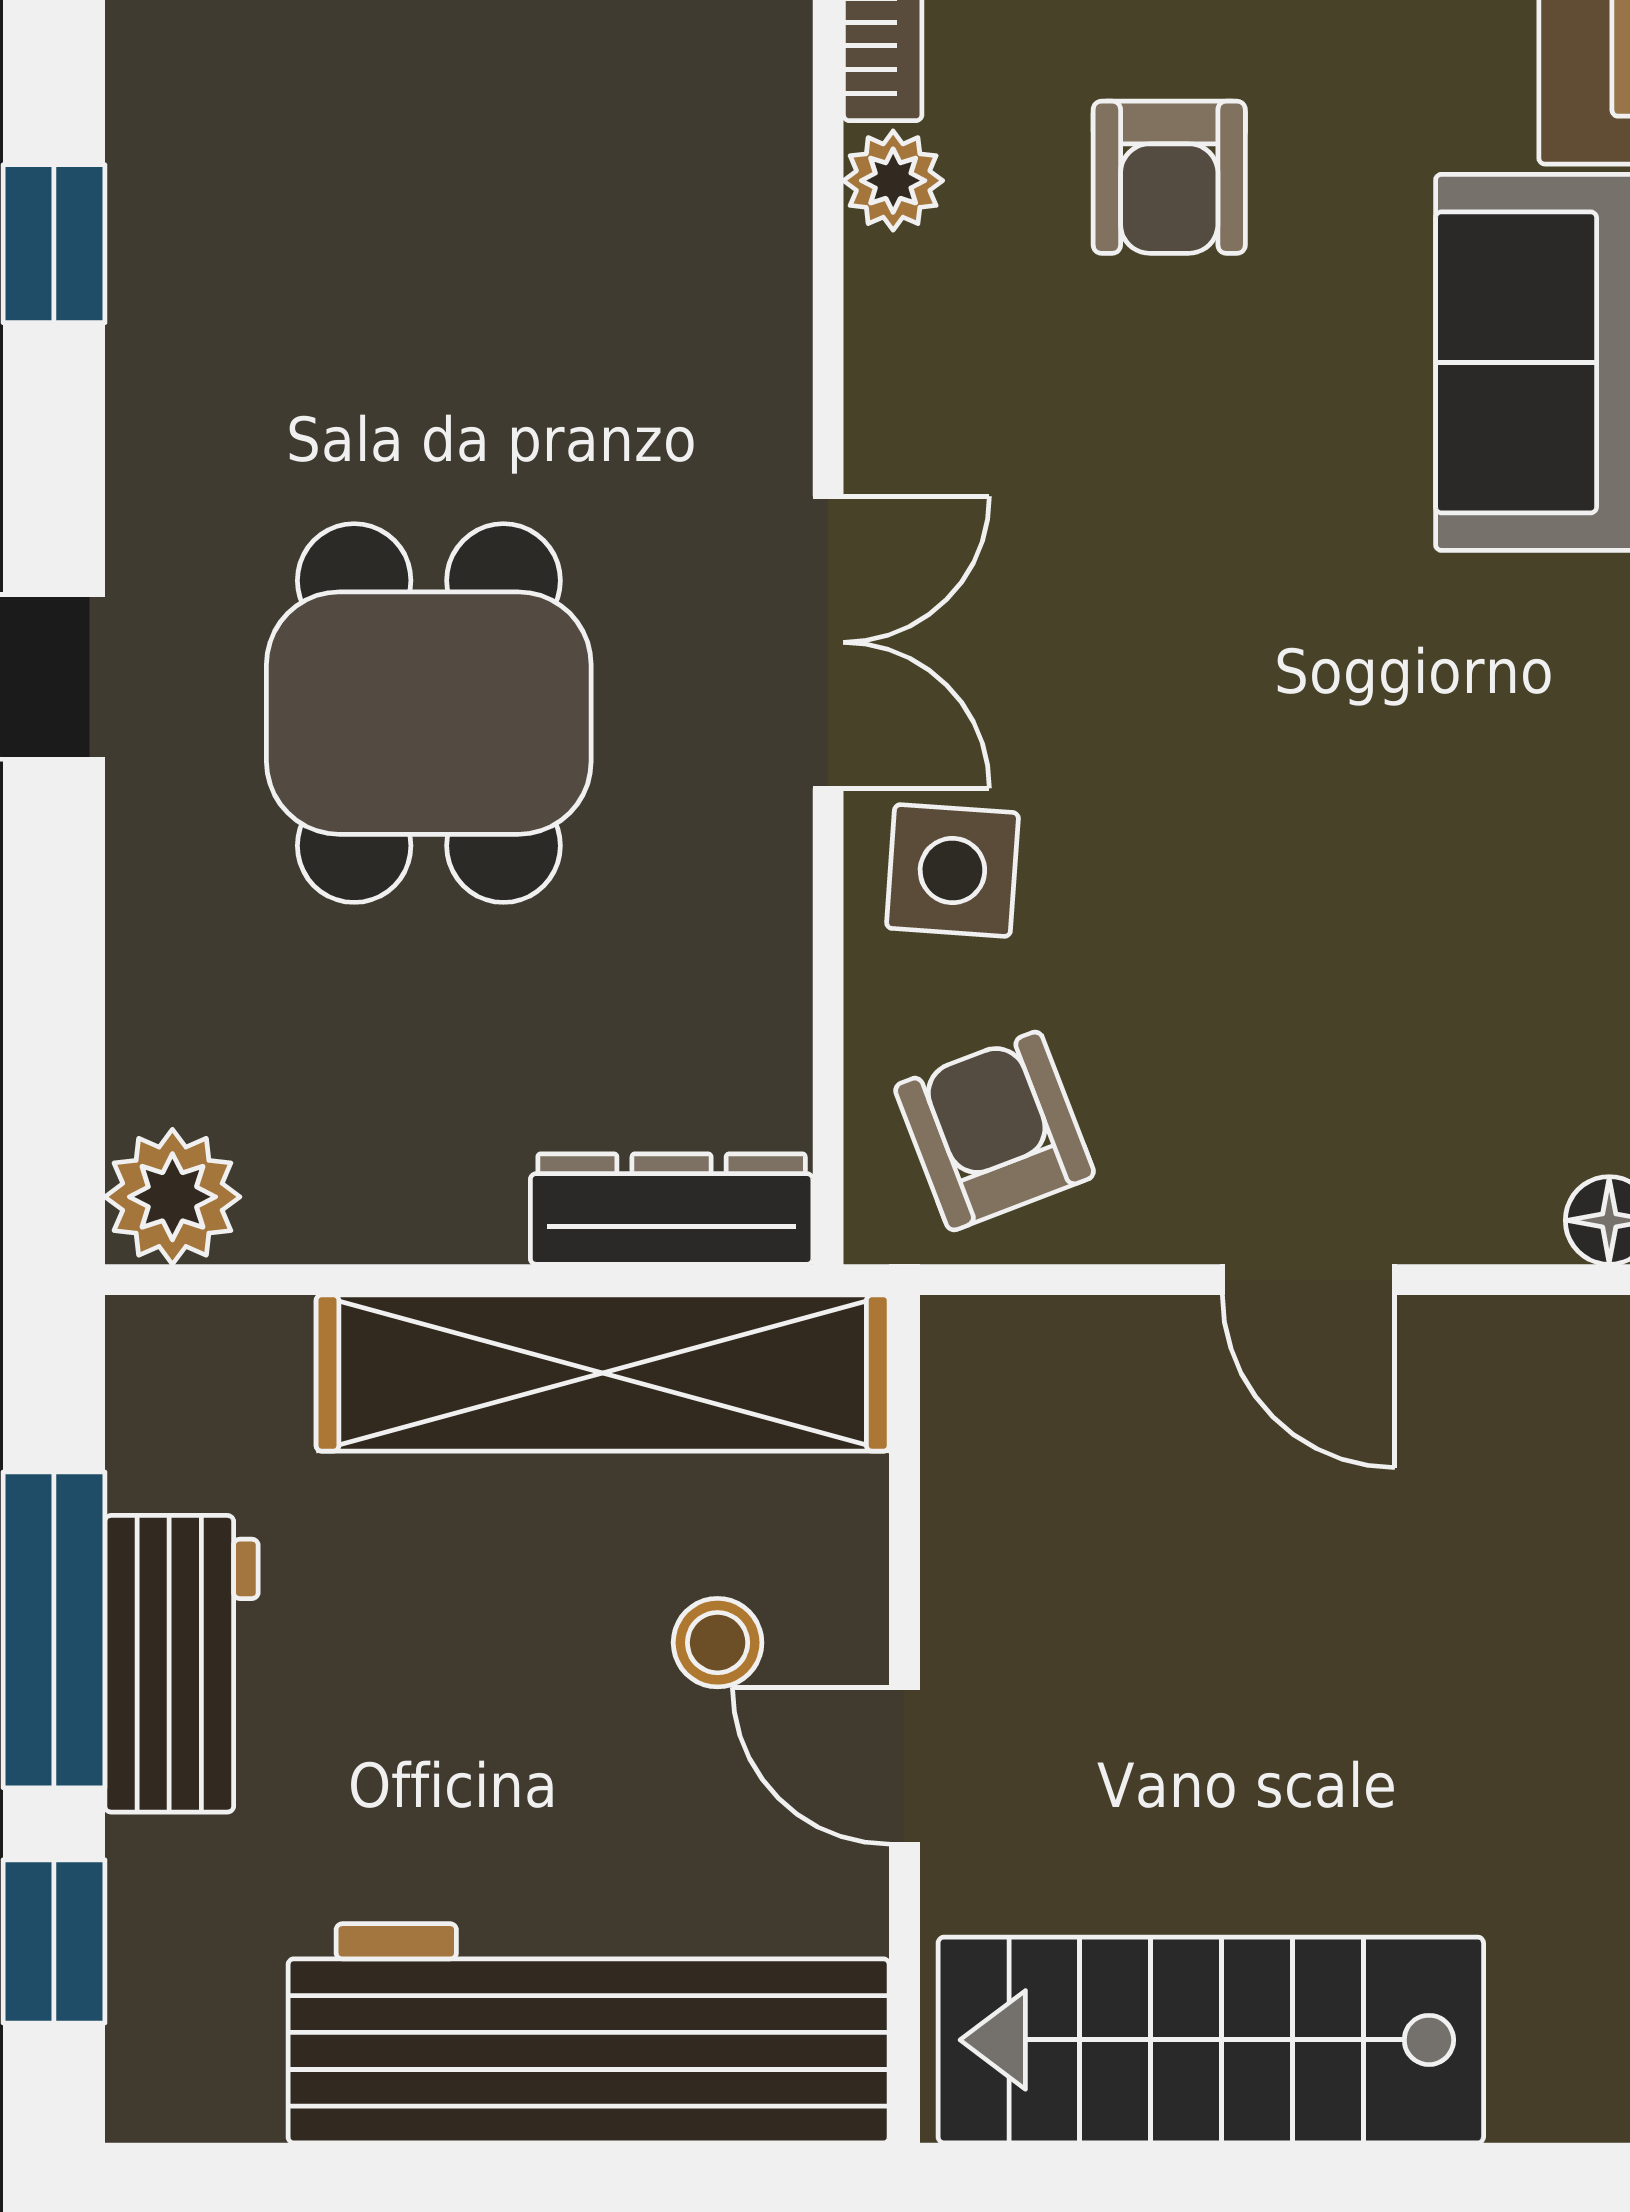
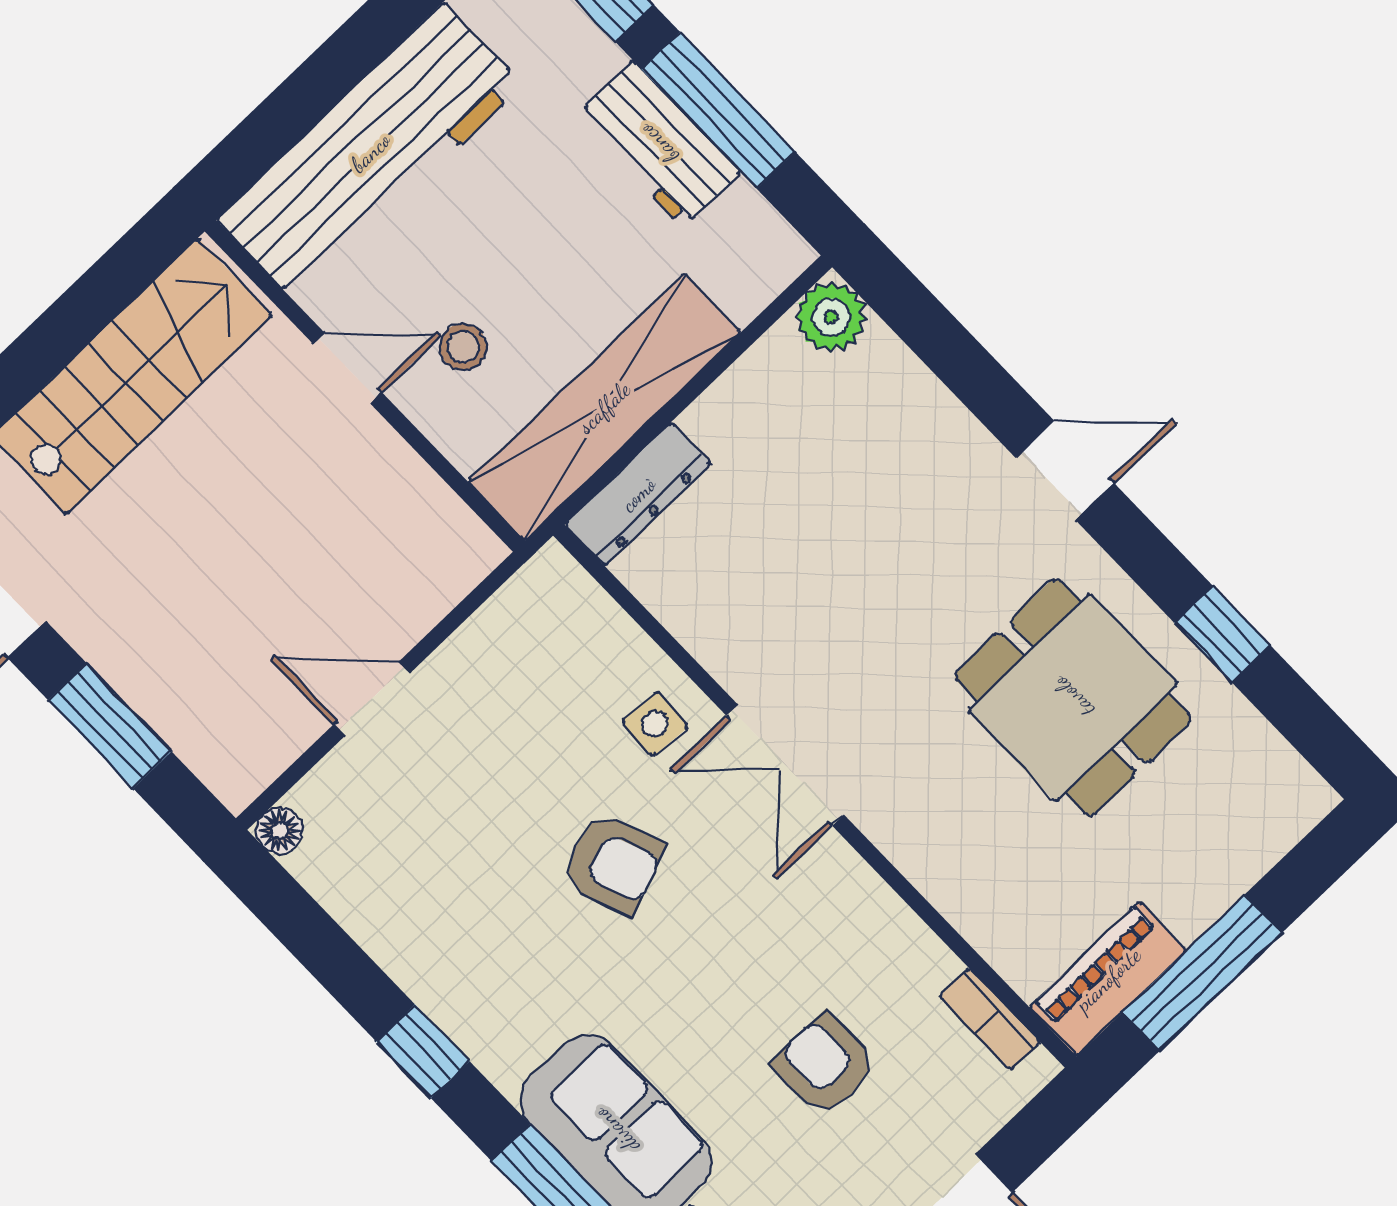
plant: (893, 181) -> (928, 963), removed
dining table: (429, 713) -> (1073, 697), moved
side table: (952, 870) -> (655, 724), width x0.73, depth x0.73
armchair: (995, 1131) -> (613, 864), moved

